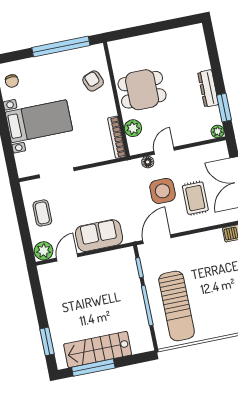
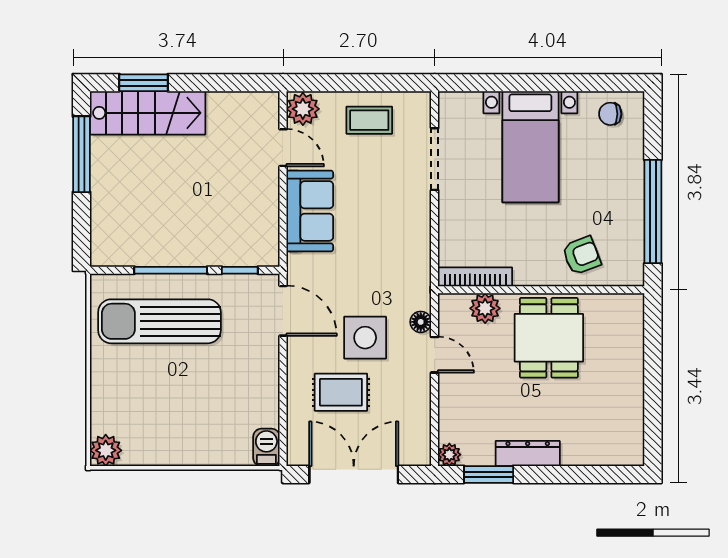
stairs: (98, 349) -> (148, 113), moved, turned 90

